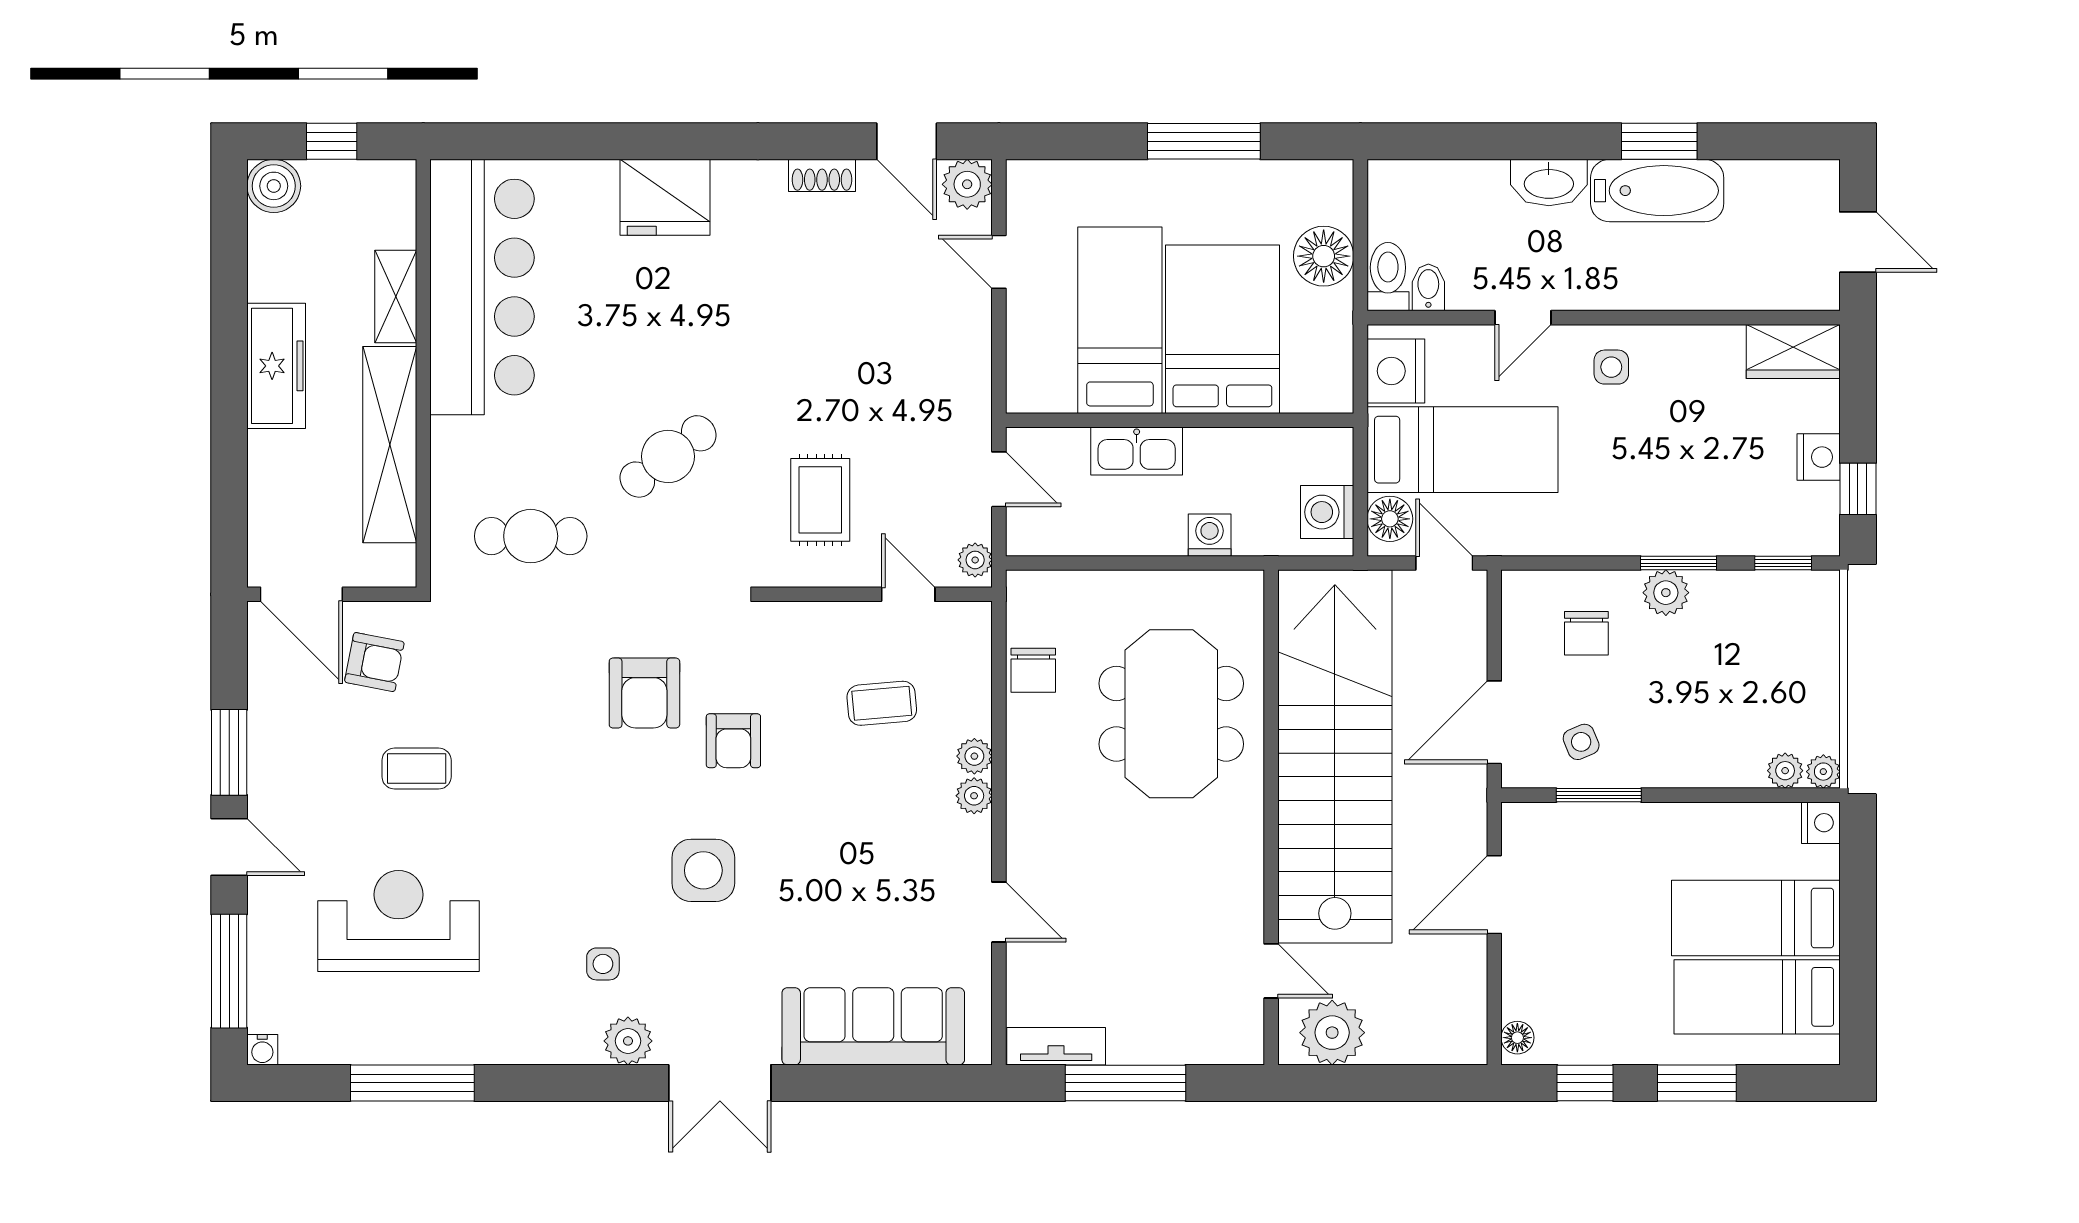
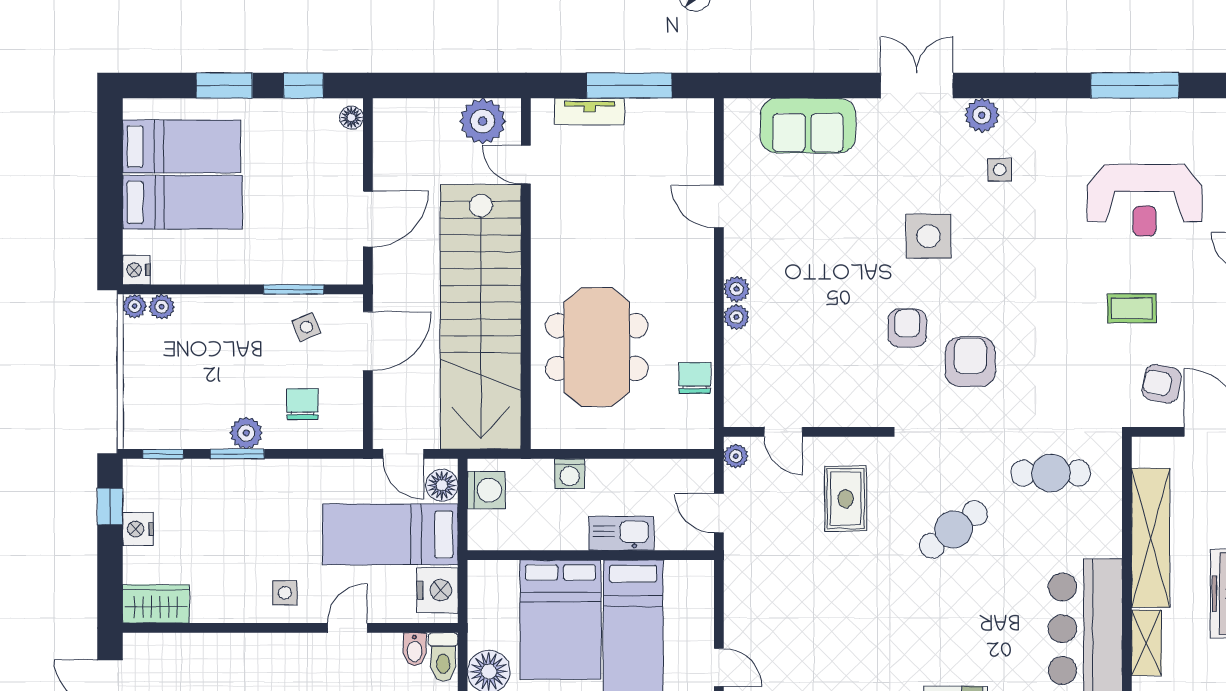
coffee table: (882, 703) -> (802, 355), removed
sofa: (873, 1026) -> (808, 126), width x0.73
tv unit: (1056, 1046) -> (590, 111), moved

